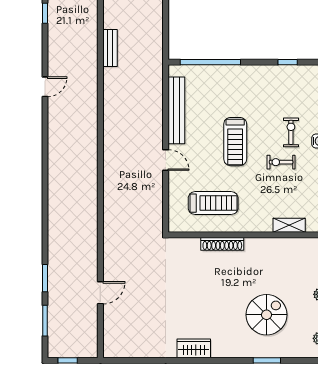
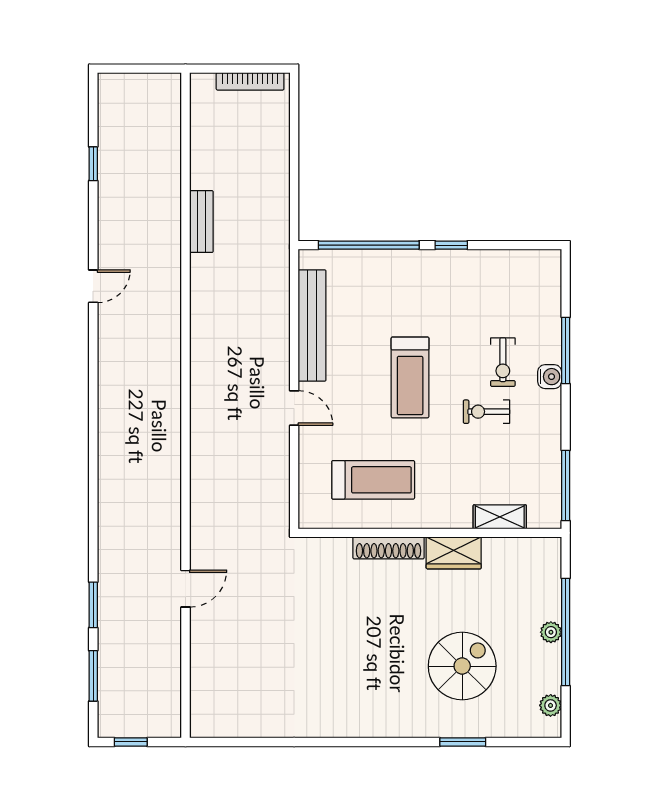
window: (288, 62) -> (451, 245), moved
exercise bike: (291, 132) -> (503, 362), turned 180
door: (100, 293) -> (186, 589), moved
wardrobe: (194, 348) -> (454, 553), moved, turned 180

